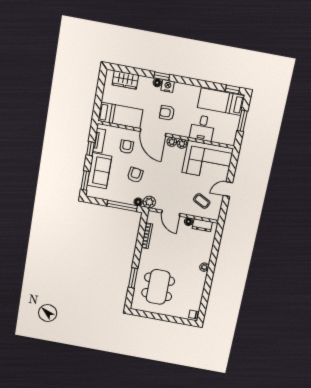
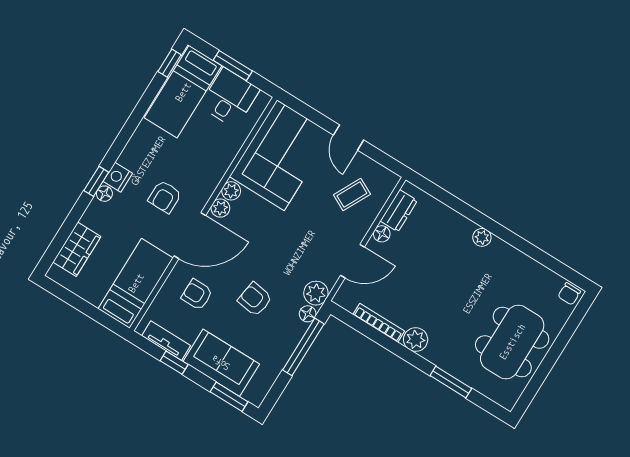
desk: (202, 128) -> (230, 98), moved, turned -90
plant: (146, 255) -> (416, 340), added
dining table: (158, 287) -> (512, 342), moved, turned 90

